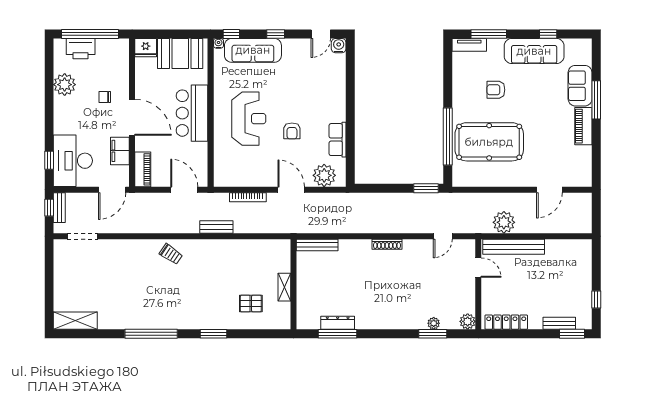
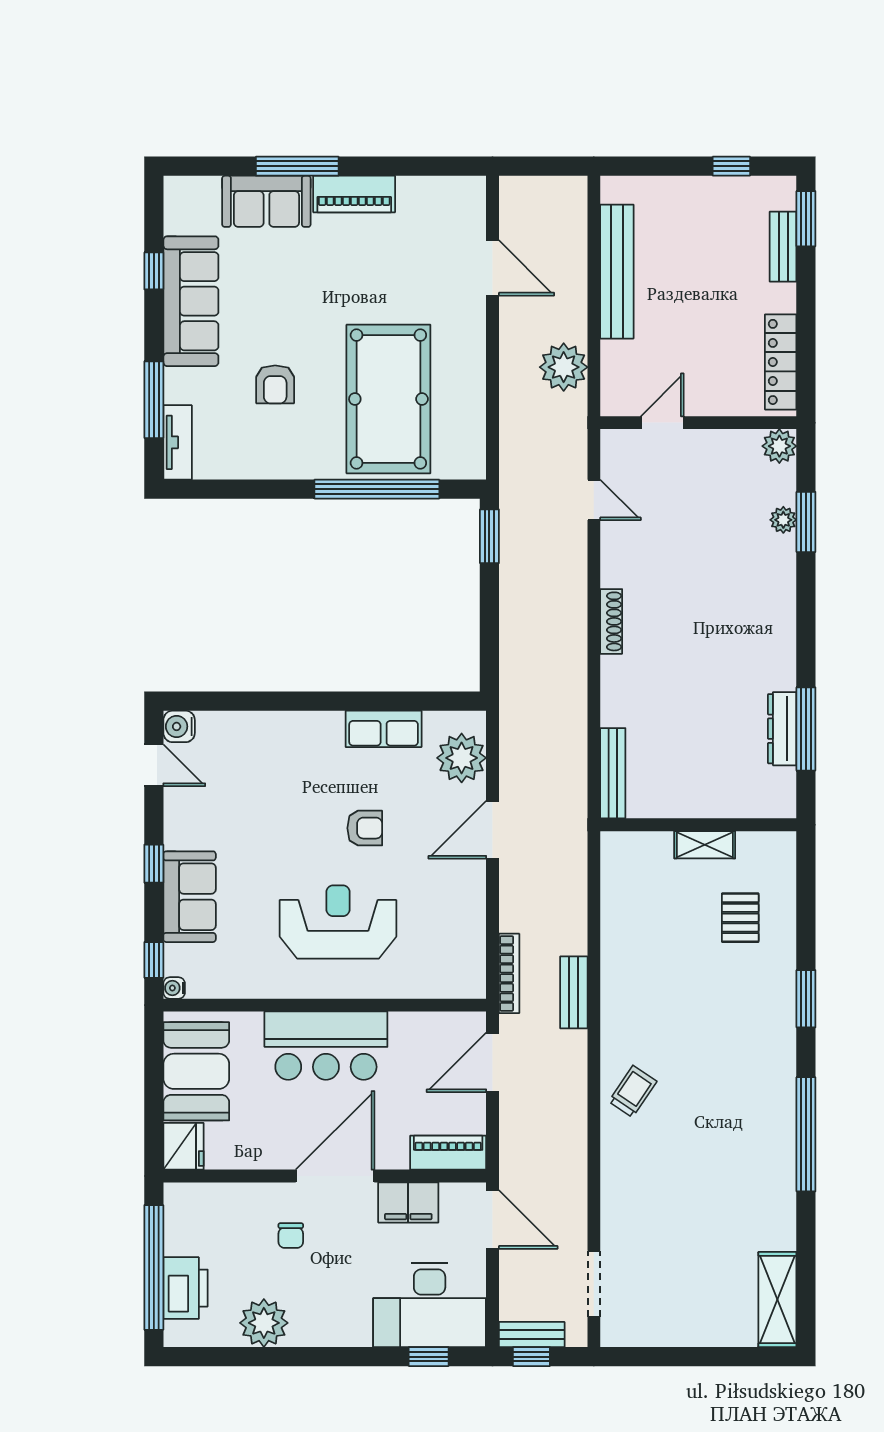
sofa: (253, 50) -> (190, 897), width x0.73
bookcase: (248, 197) -> (509, 973), moved
bench: (514, 247) -> (617, 272), moved

